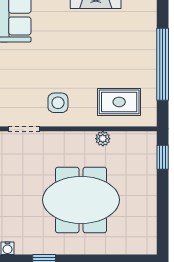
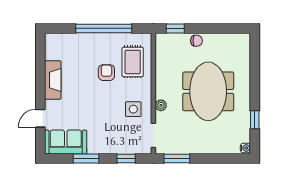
armchair: (105, 68) -> (106, 73), added
plant: (103, 139) -> (161, 105), moved
chair: (147, 185) -> (197, 41), added

